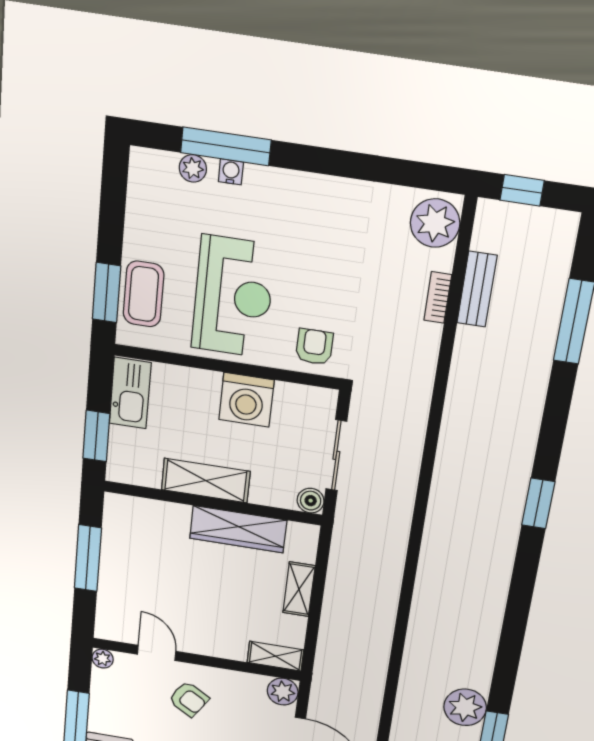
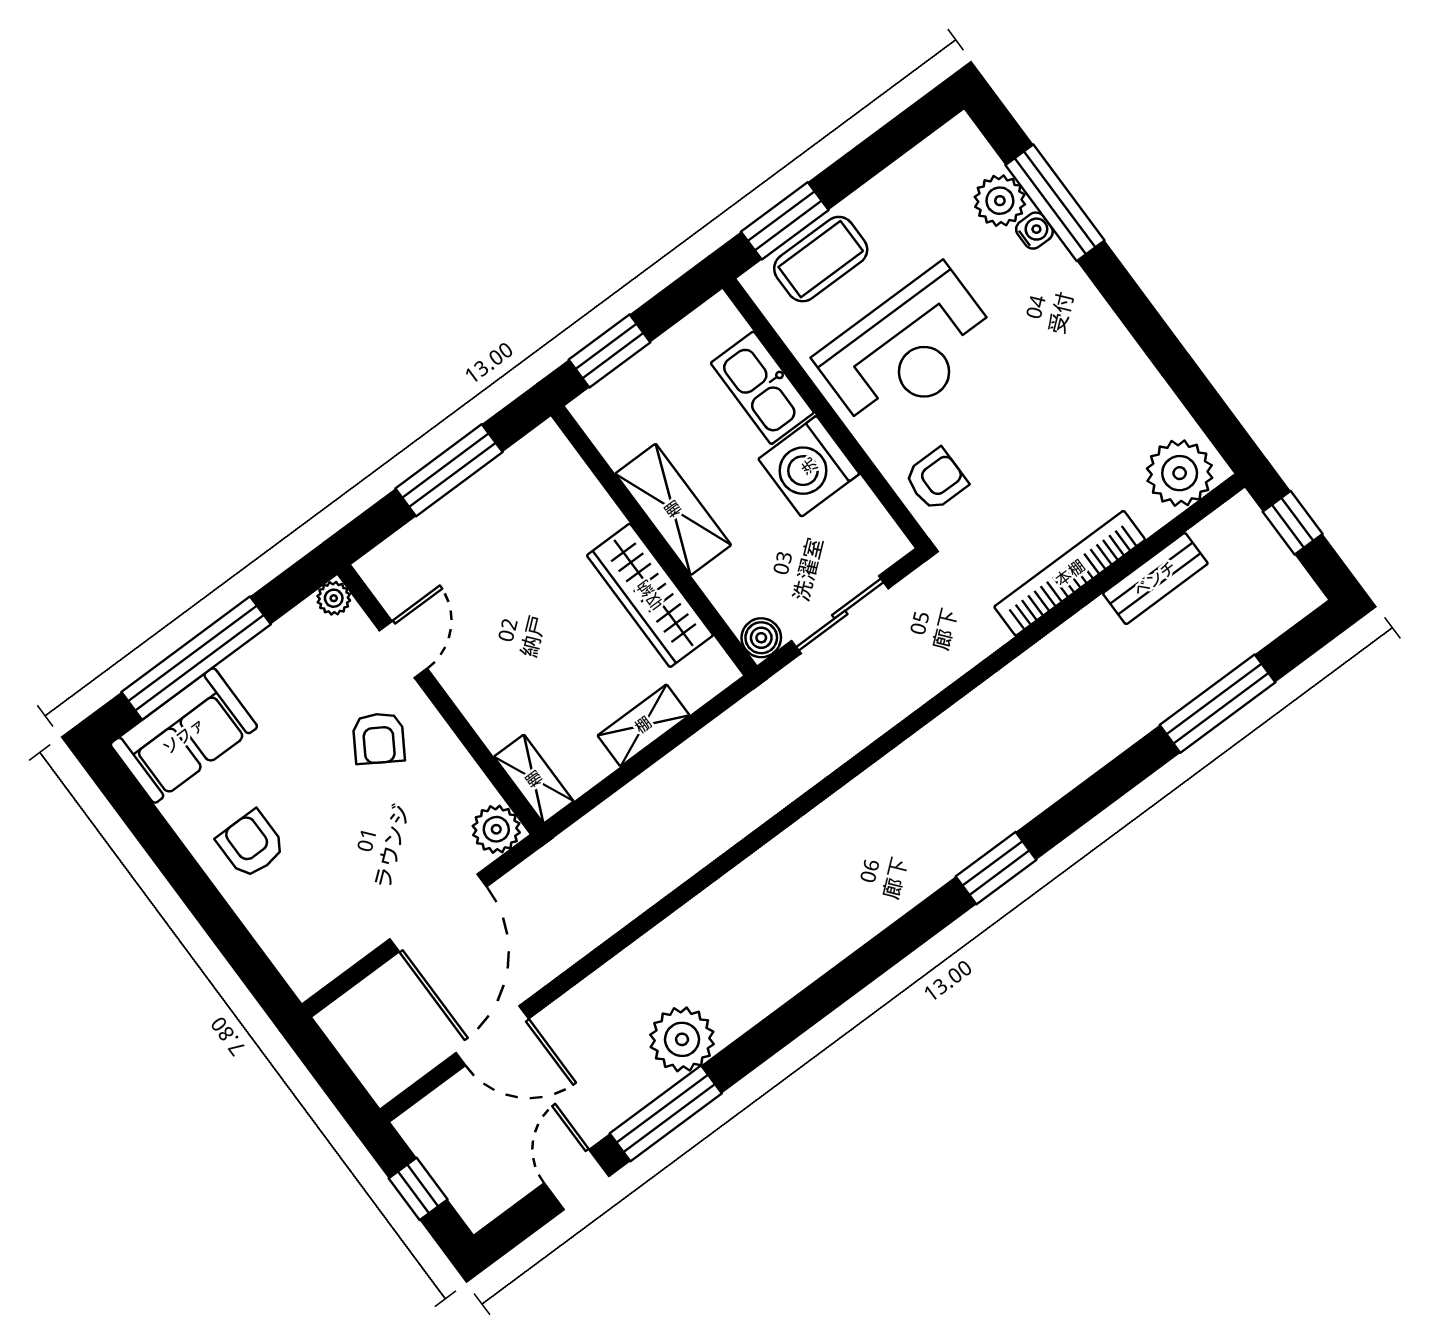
plant: (193, 168) -> (1000, 201), width x1.38, depth x1.38
bookcase: (438, 297) -> (1070, 573), width x2.31, depth x1.31
kitchen sink: (130, 393) -> (762, 388), moved, turned 90

